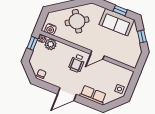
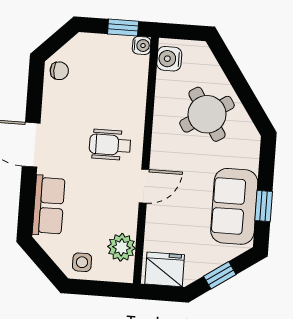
plant: (51, 44) -> (121, 247), moved
door: (97, 55) -> (144, 186), swing flipped
fridge: (133, 57) -> (165, 269), added

